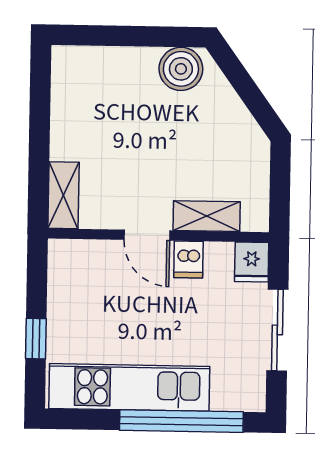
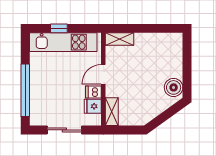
shelving: (207, 216) -> (112, 112), moved
fridge: (252, 262) -> (93, 106), moved
kitchen unit: (129, 387) -> (63, 42), moved, turned 90

